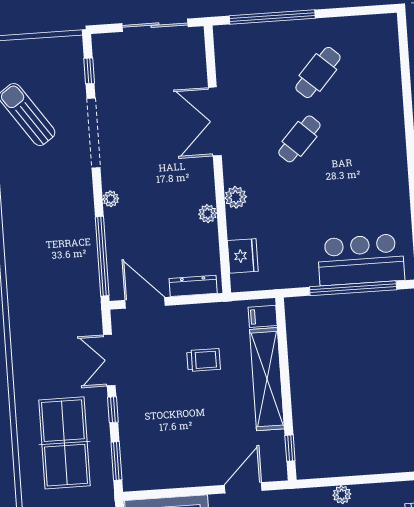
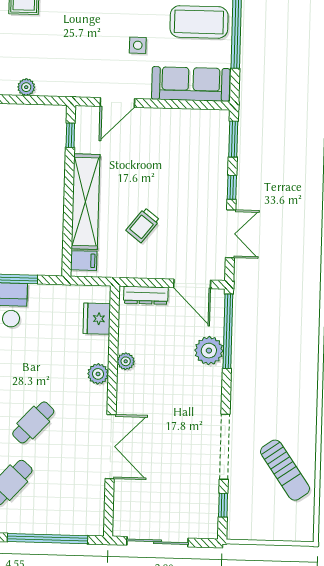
plant: (111, 199) -> (209, 351), moved, width x1.87, depth x1.87
trolley: (204, 360) -> (143, 225), turned -52
table tennis table: (64, 443) -> (280, 161), removed

